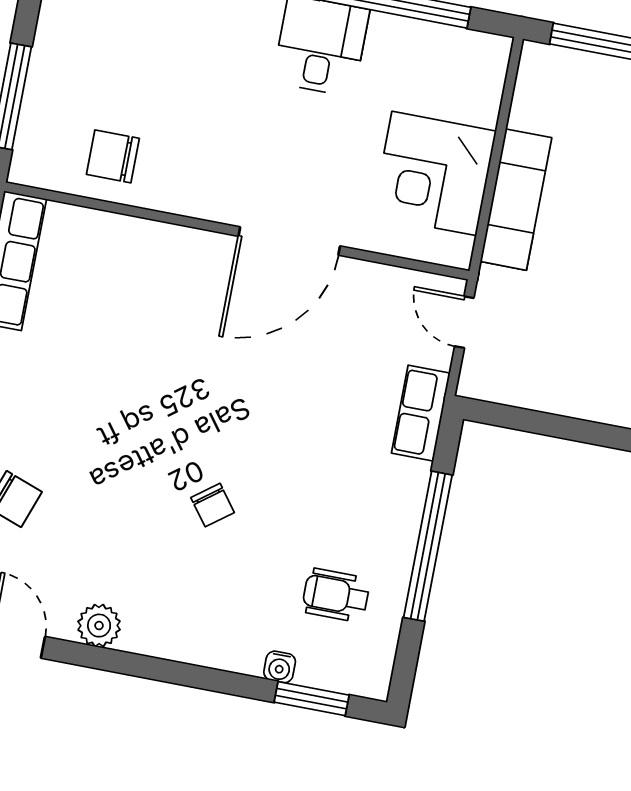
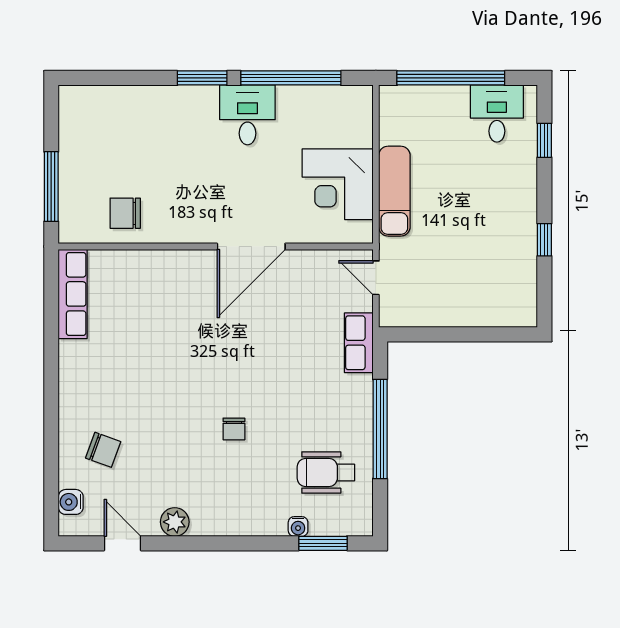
chair: (213, 505) -> (234, 429), turned 37
wheelchair: (336, 595) -> (326, 473), width x1.36, depth x1.37

